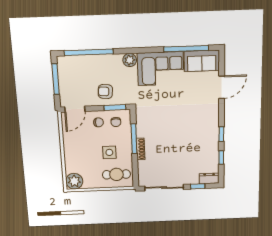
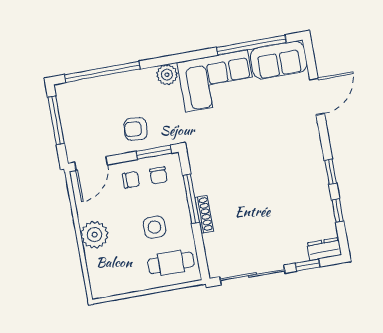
plant: (74, 181) -> (95, 235), moved

